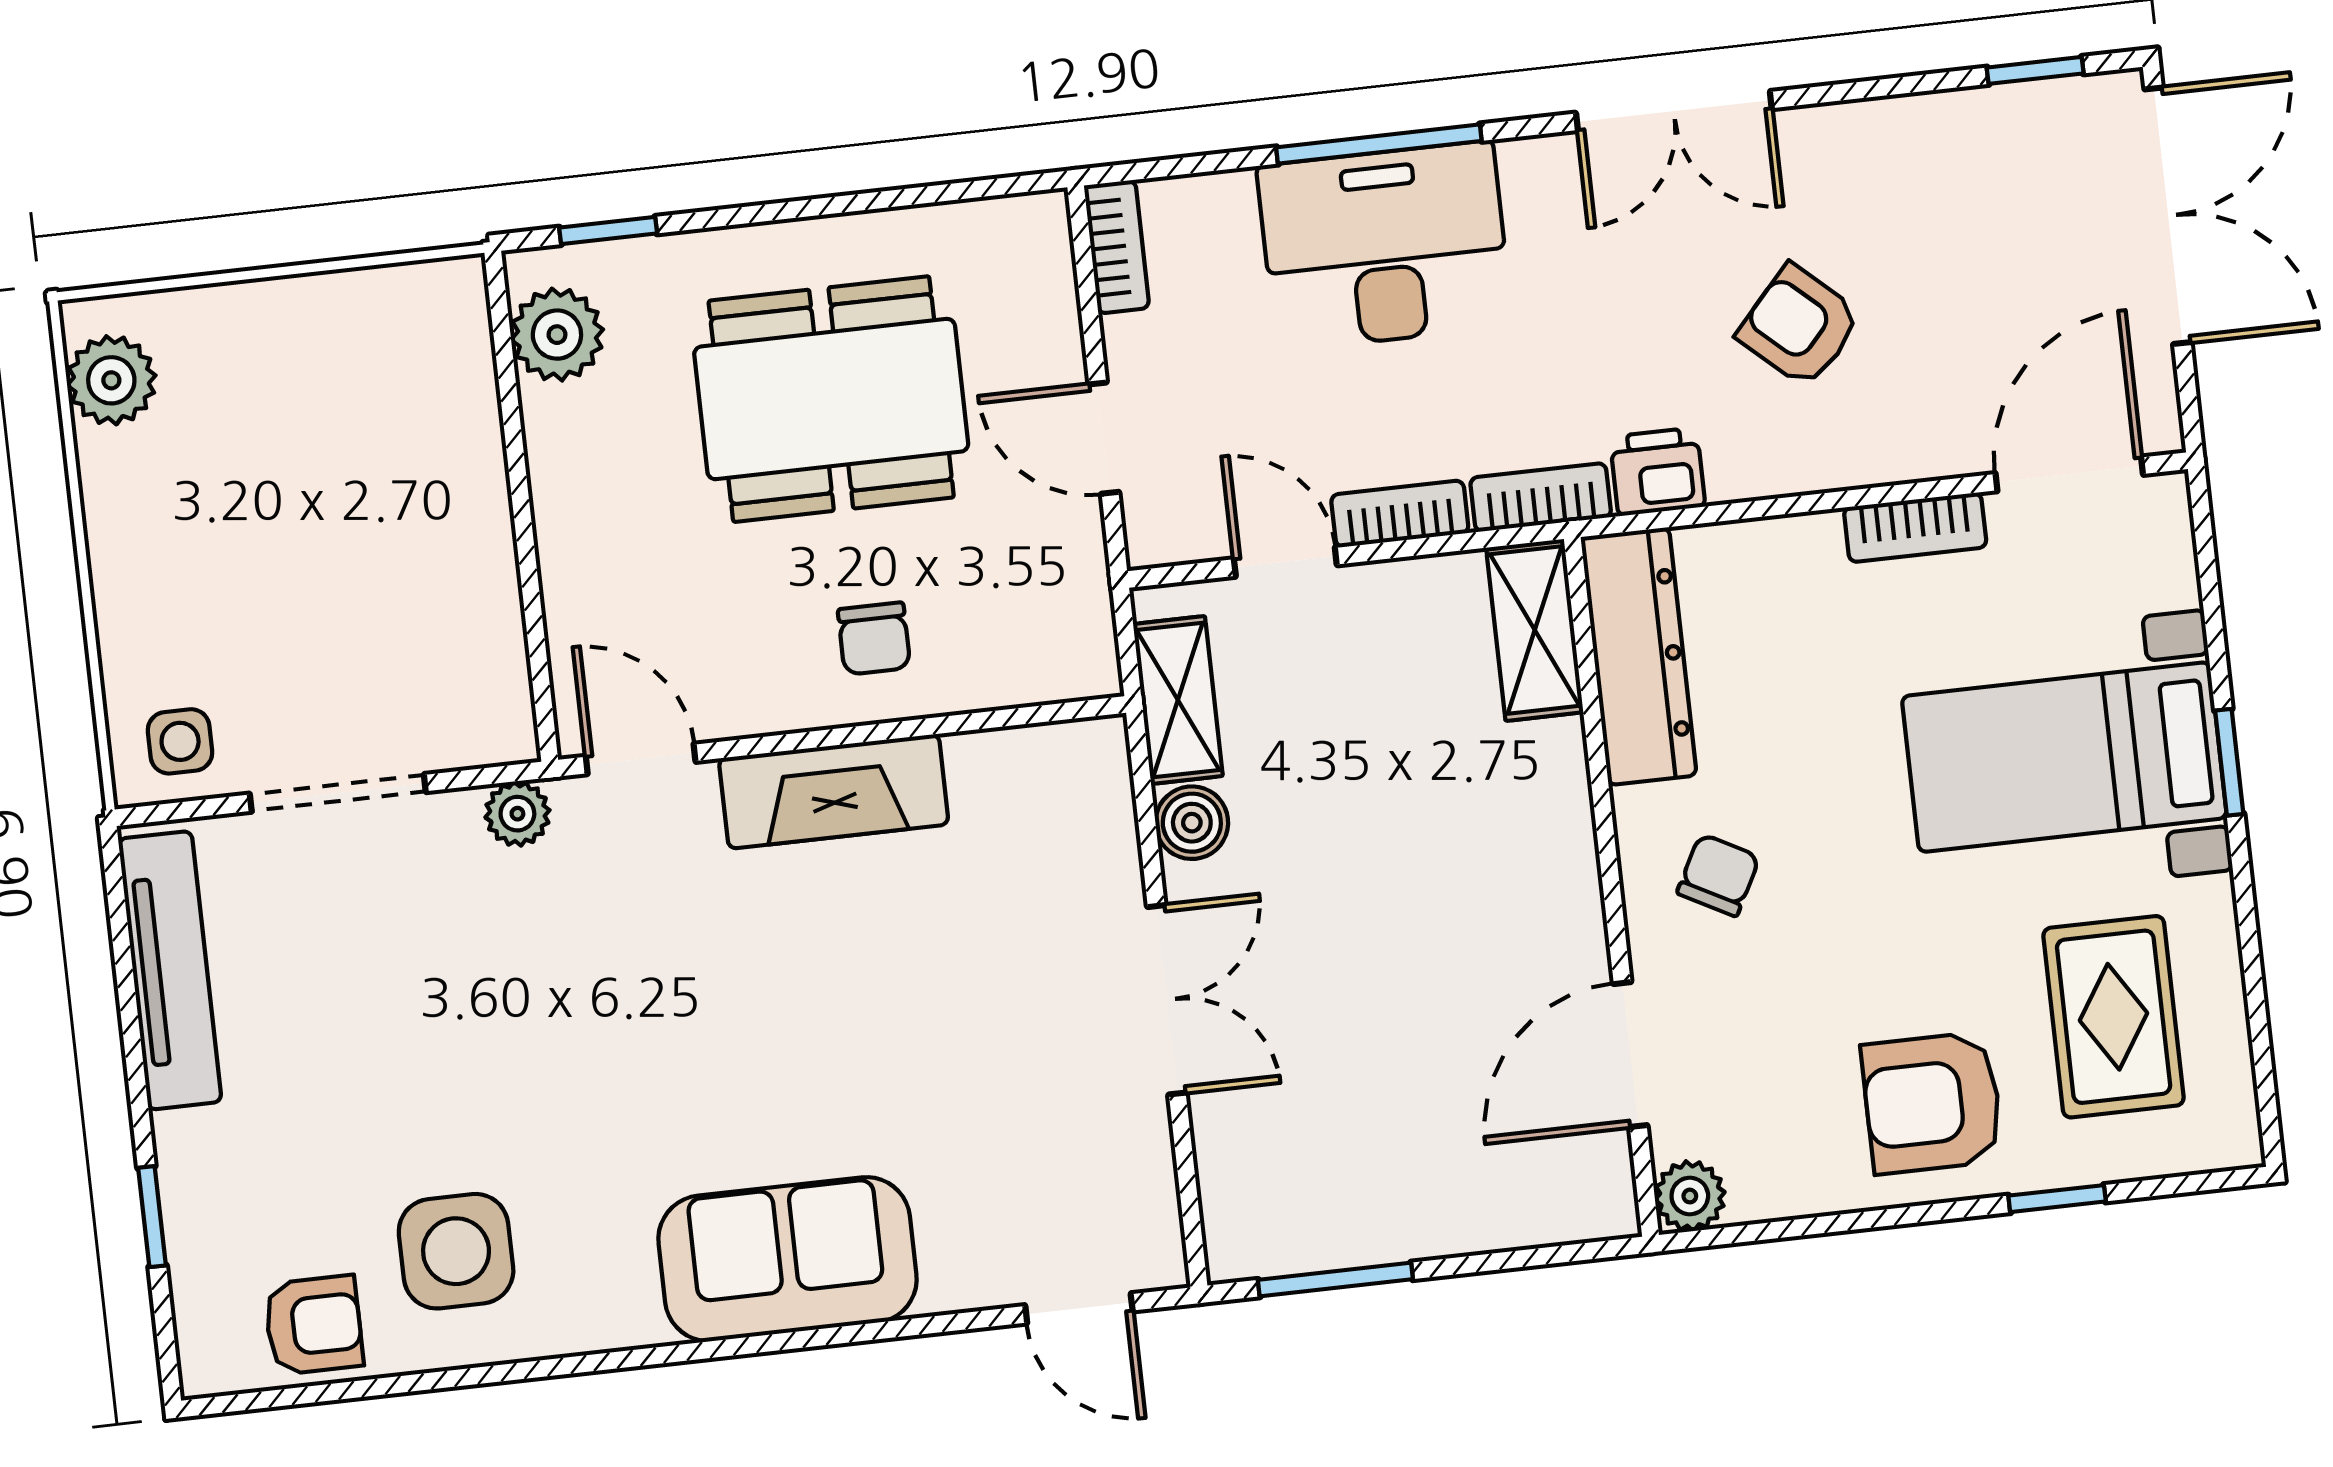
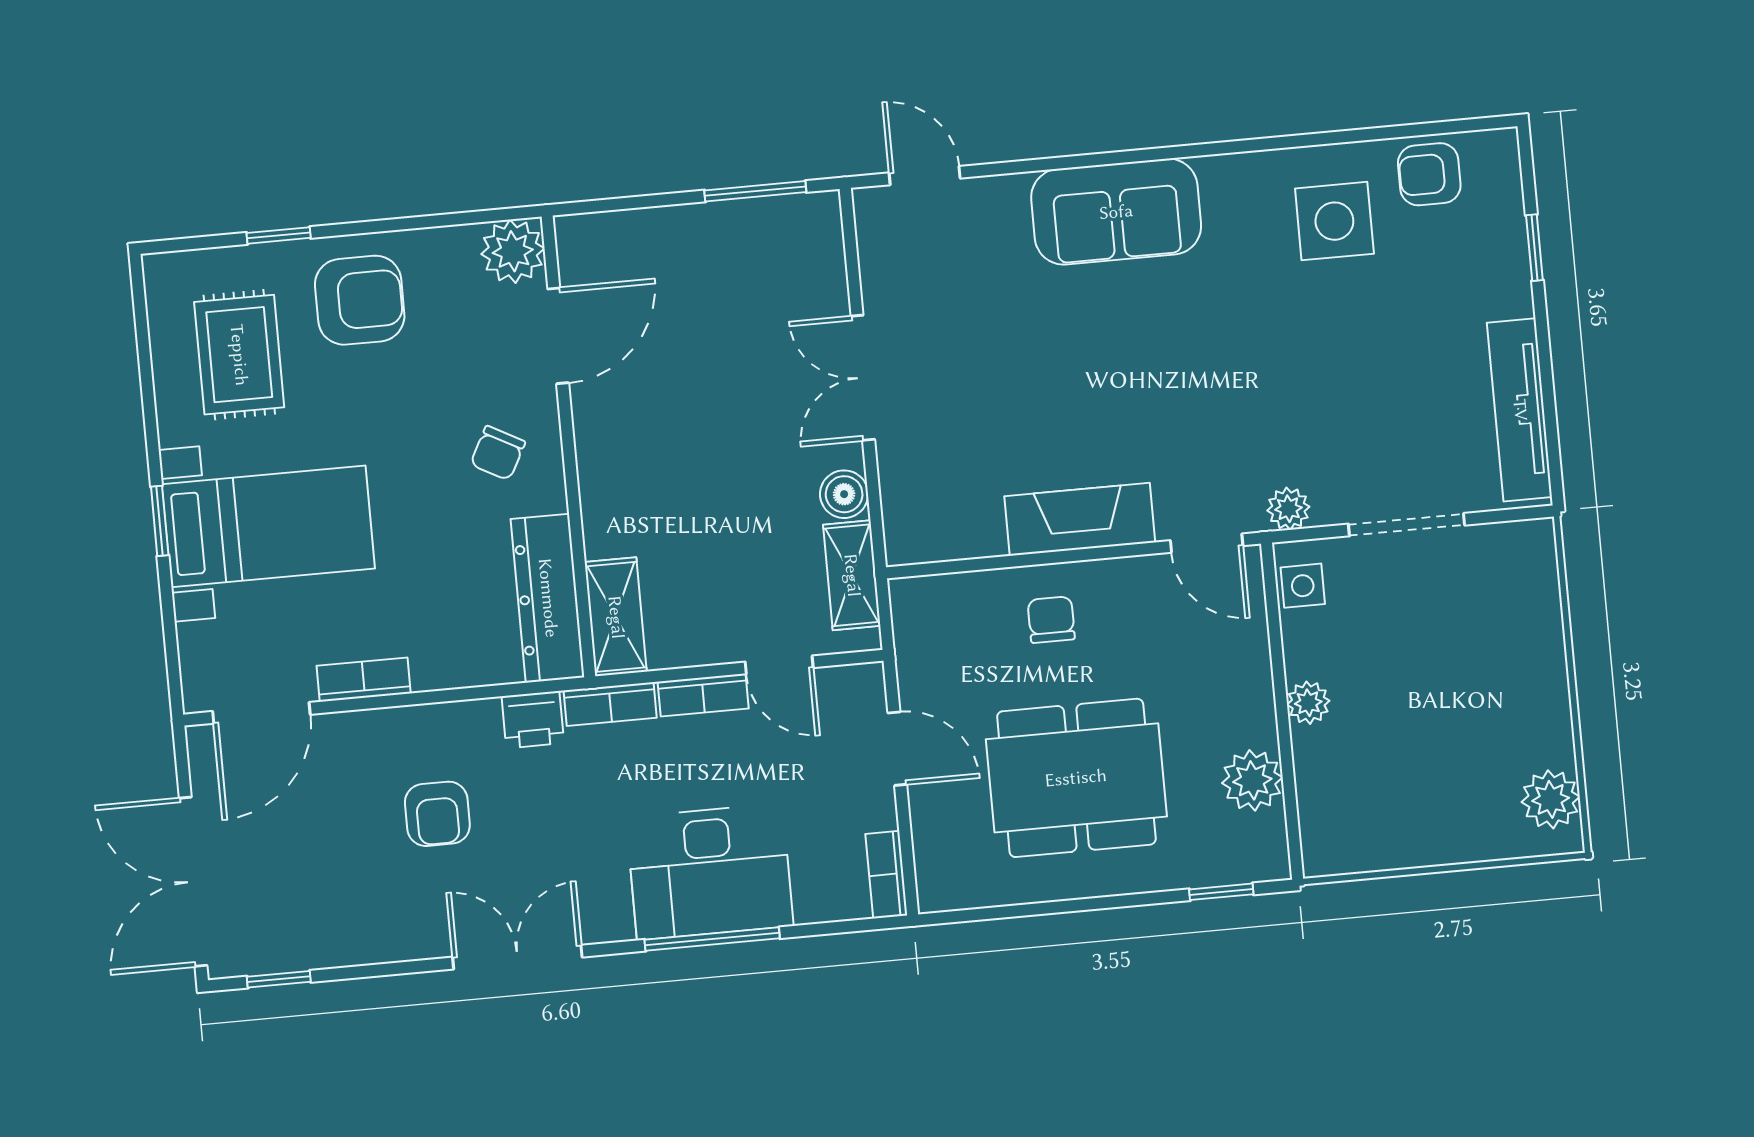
armchair: (1799, 326) -> (437, 814), turned 48
plant: (557, 335) -> (1252, 780), moved
plant: (482, 520) -> (1308, 703), added
side table: (180, 741) -> (1303, 586), moved
plant: (1690, 1196) -> (513, 251), width x1.38, depth x1.38

